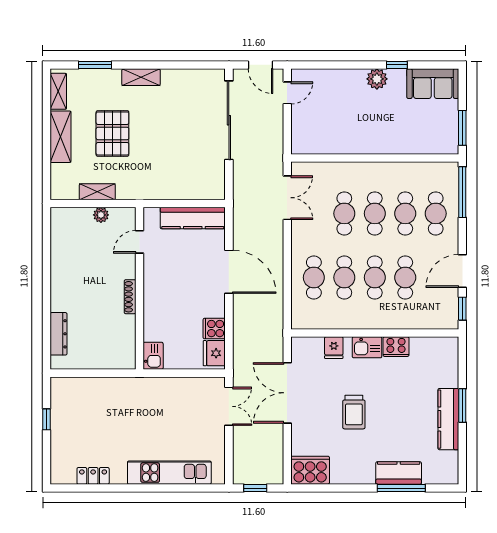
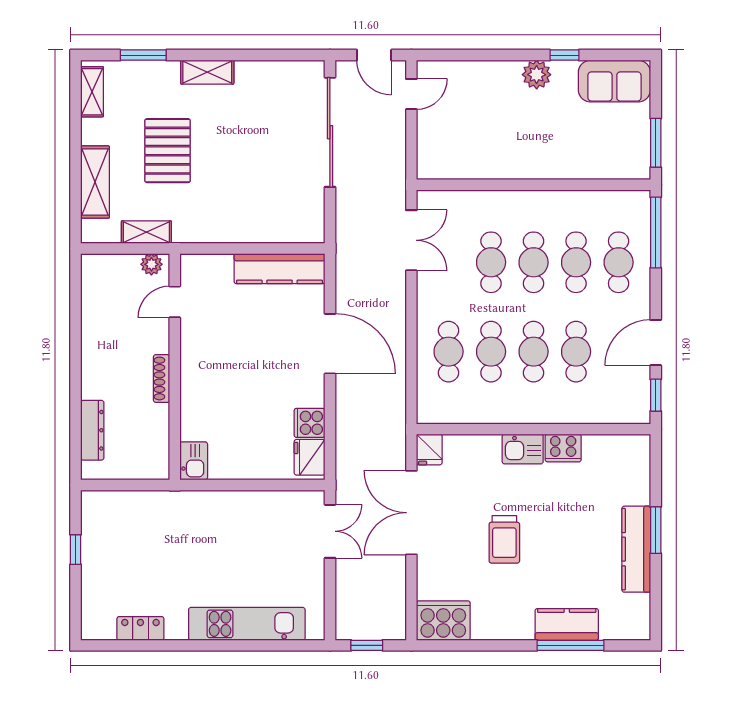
shelving: (61, 137) -> (95, 182), moved
door: (140, 242) -> (175, 302), moved
wall: (140, 288) -> (175, 367), moved
shoe rack: (130, 297) -> (162, 378), moved
fridge: (334, 348) -> (429, 449), moved
kitchen sink: (153, 356) -> (194, 461), moved

